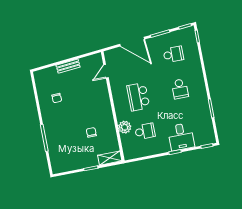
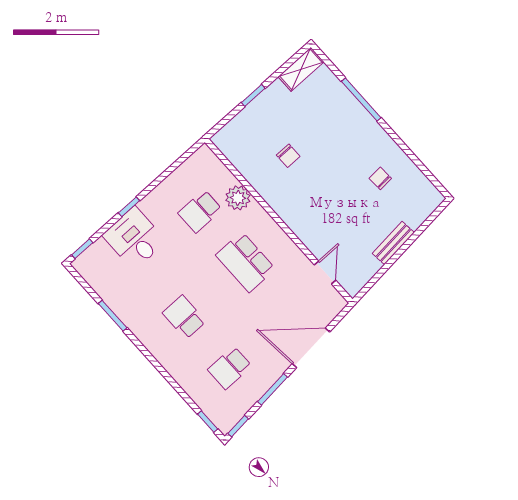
school desk: (138, 97) -> (246, 262), turned 180
shelving: (110, 158) -> (301, 69), moved

